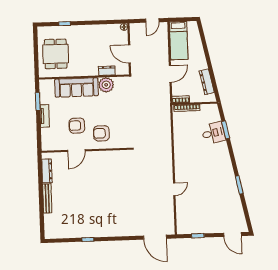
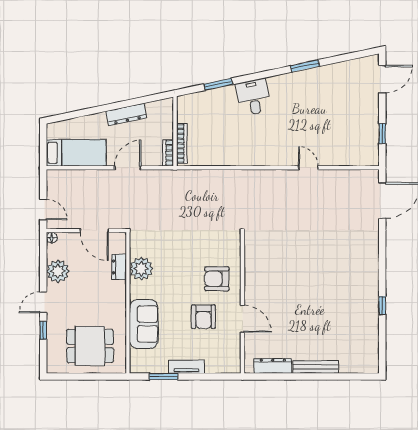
door: (152, 21) -> (43, 209), moved
door: (82, 23) -> (43, 302), added
plant: (103, 32) -> (58, 271), added
door: (129, 54) -> (94, 231), hinge flipped
door: (170, 74) -> (128, 168), hinge flipped
dresser: (207, 82) -> (126, 114), moved
sofa: (77, 87) -> (144, 324), width x0.73
armchair: (101, 133) -> (217, 279), turned 90
desk: (213, 133) -> (253, 97), moved

